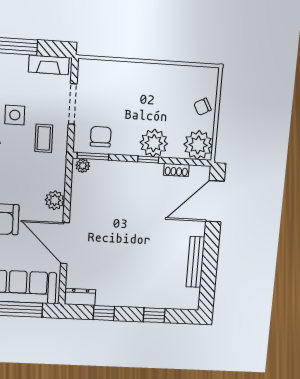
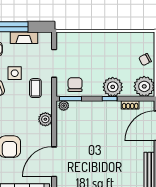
fireplace: (49, 65) -> (24, 38), moved
plant: (55, 200) -> (45, 119), moved
door: (65, 243) -> (54, 162), hinge flipped

